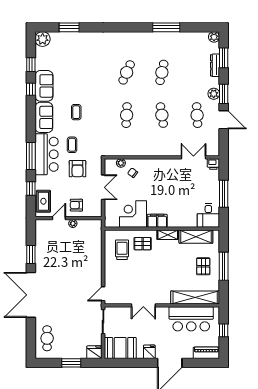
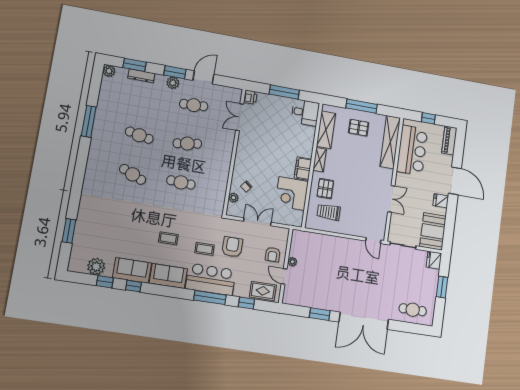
plant: (43, 39) -> (96, 267), moved
armchair: (78, 169) -> (232, 247), turned -90

